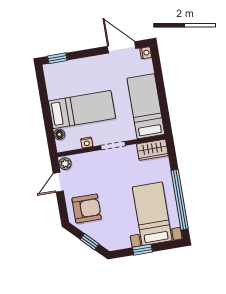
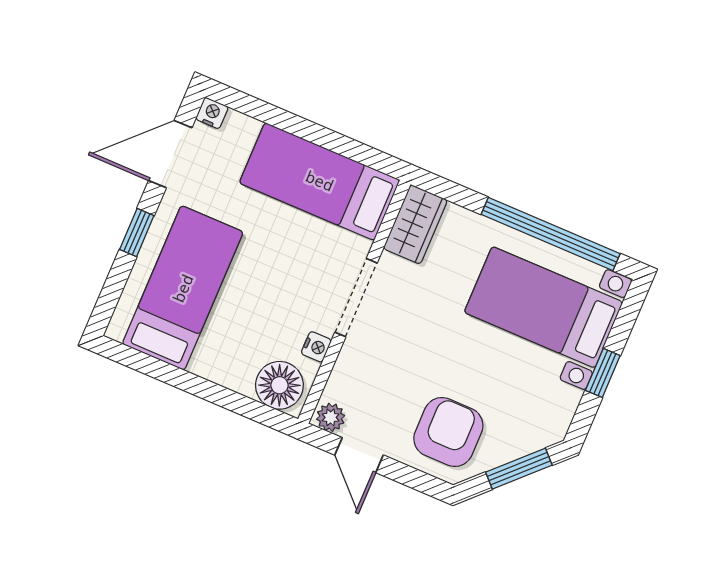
window: (57, 58) -> (137, 232), moved
bed: (82, 110) -> (183, 288), moved
floor lamp: (59, 134) -> (279, 385), width x1.89, depth x1.89
doorway: (113, 145) -> (356, 298), width x1.38
window: (90, 242) -> (519, 469), width x1.50

